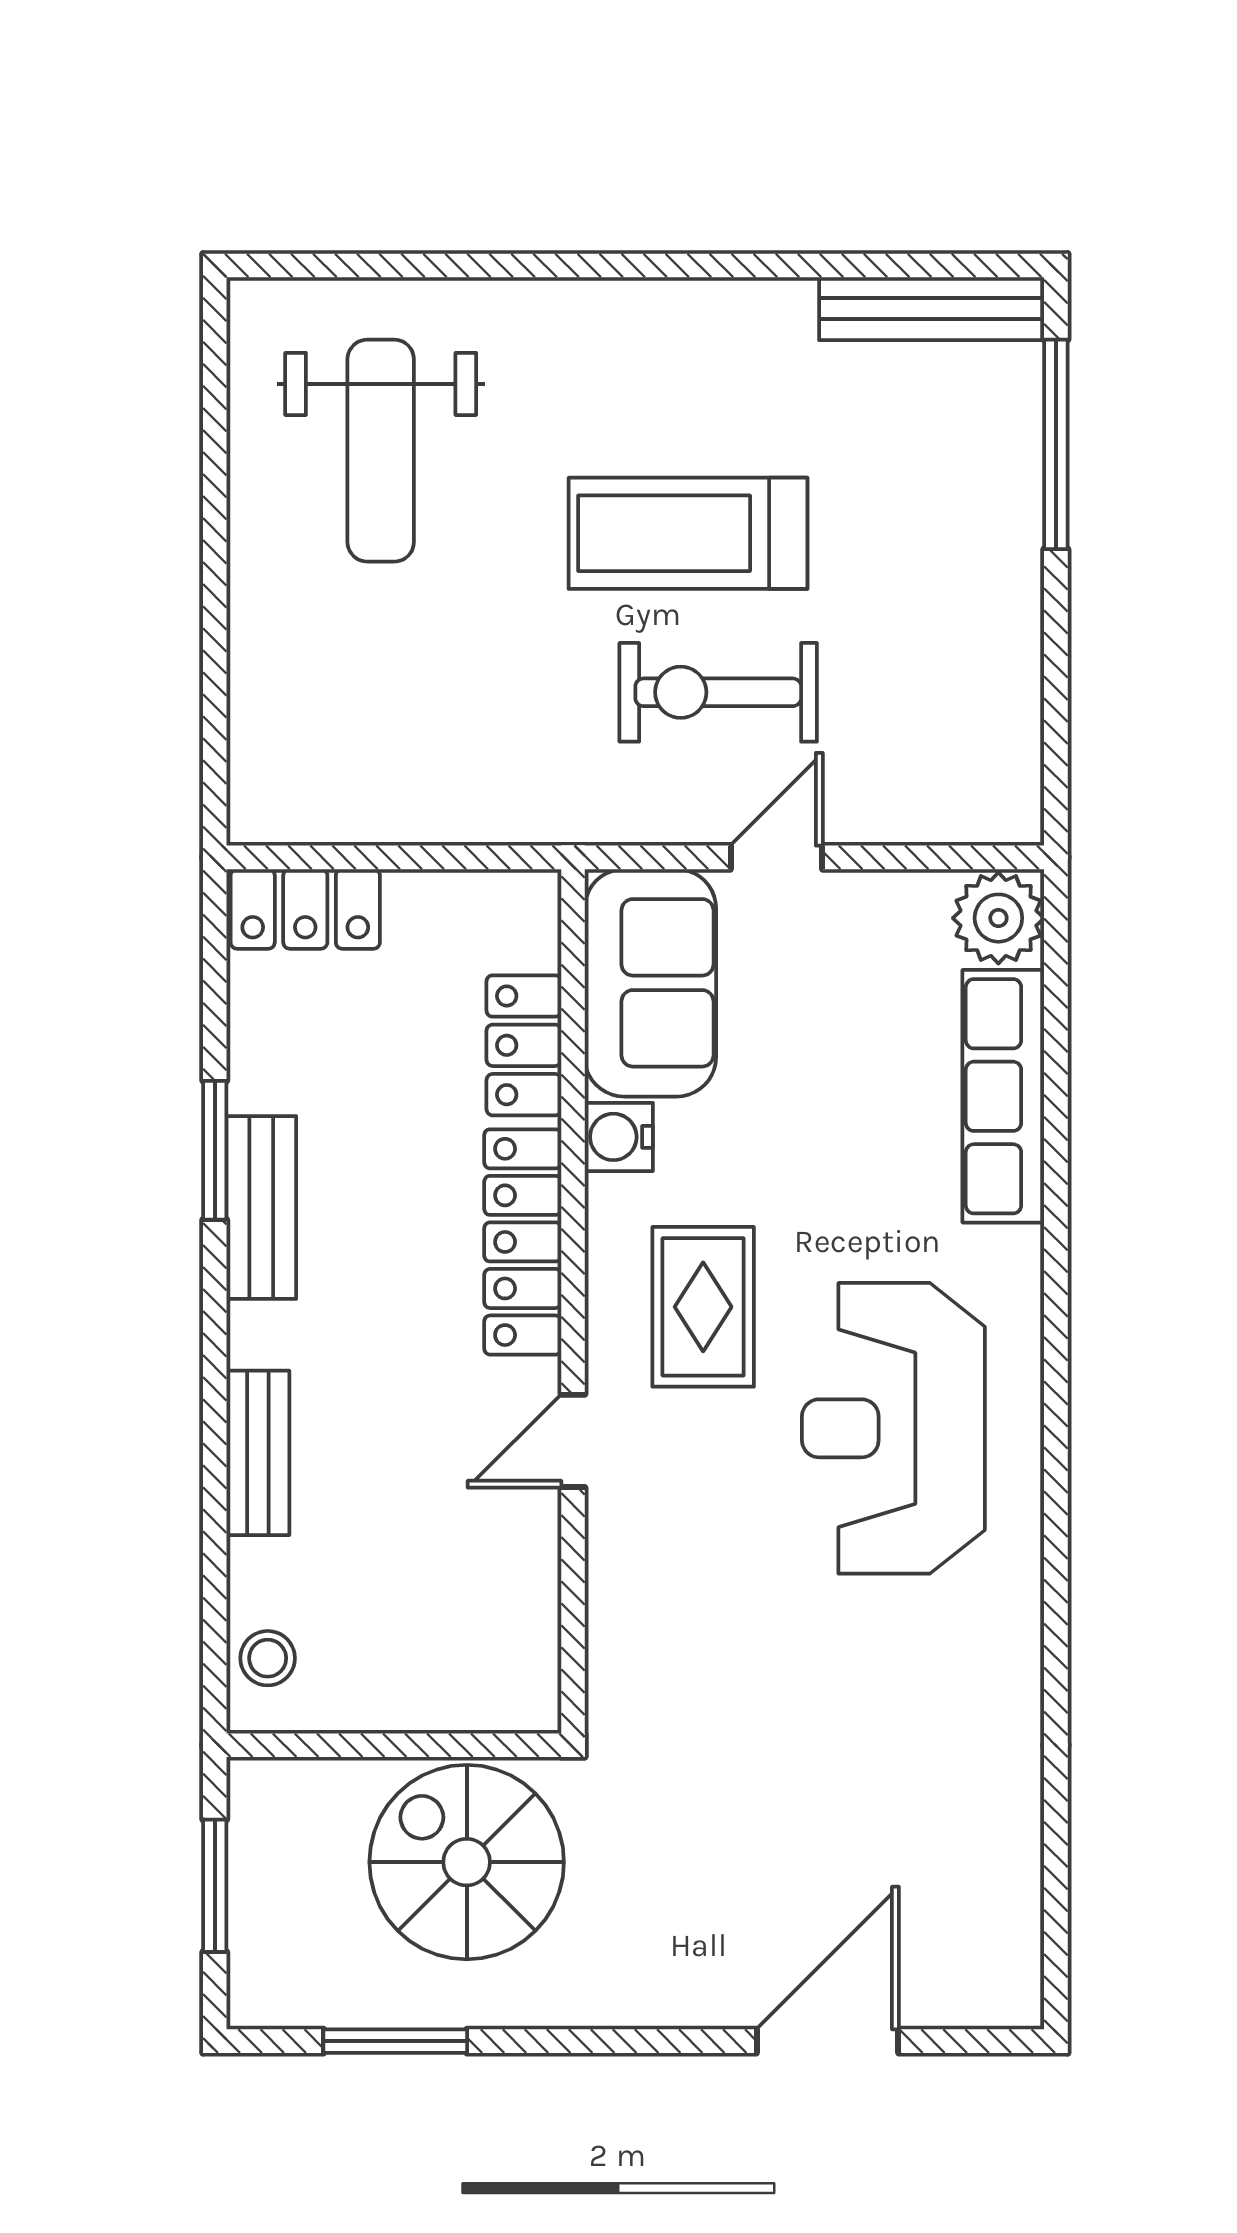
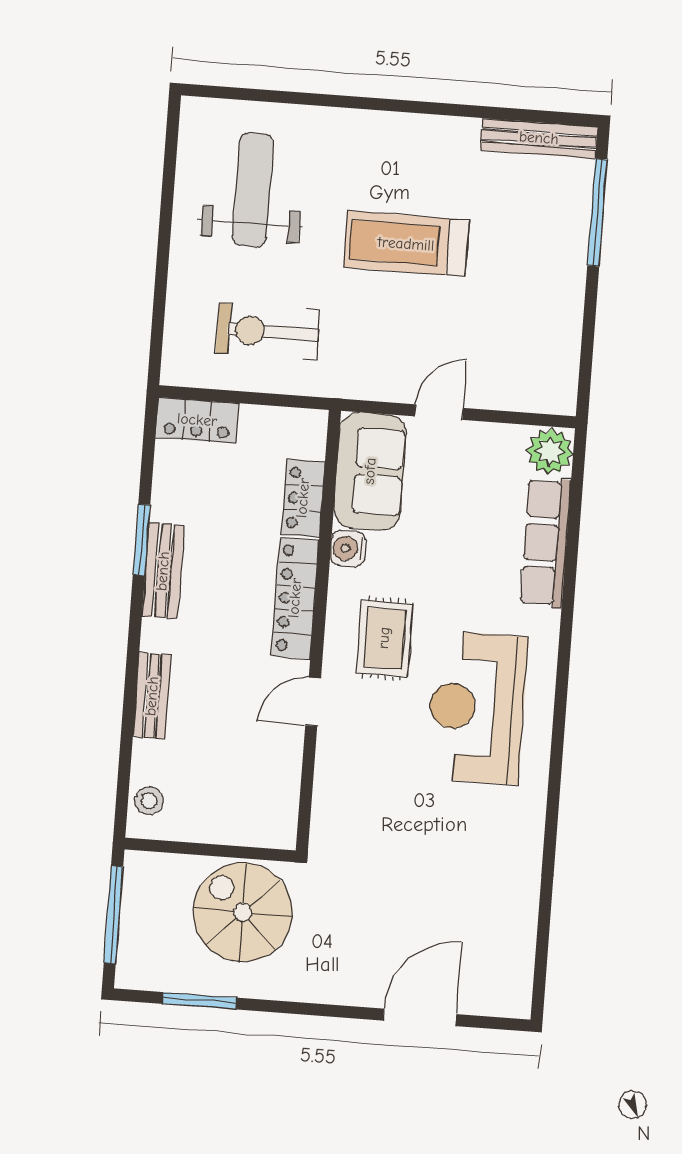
weight bench: (381, 451) -> (253, 190), turned 180
exercise bike: (718, 692) -> (268, 332), moved
window: (215, 1886) -> (113, 915), width x1.44

